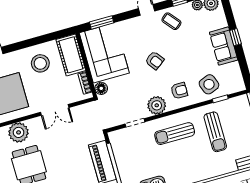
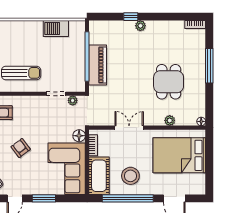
window: (102, 22) -> (44, 198), moved
window: (37, 41) -> (128, 198), added
plant: (157, 105) -> (73, 100), moved, width x0.53, depth x0.53
plant: (19, 132) -> (170, 120), width x0.53, depth x0.53

